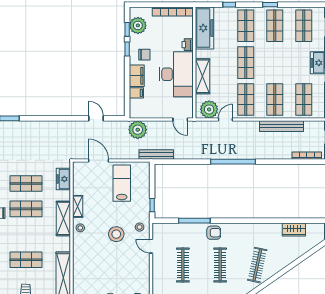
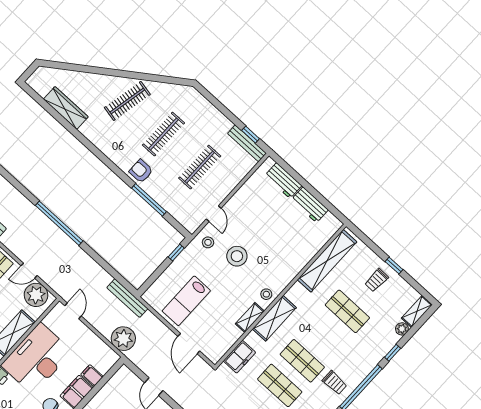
wardrobe: (294, 230) -> (66, 108), width x1.50

